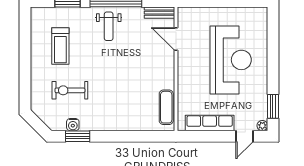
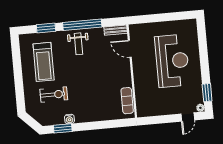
treadmill: (60, 46) -> (44, 62), width x1.37, depth x1.38
exercise bike: (70, 90) -> (54, 95), turned 180
row of seats: (210, 123) -> (161, 109), removed
water cooler: (73, 125) -> (69, 119), moved

